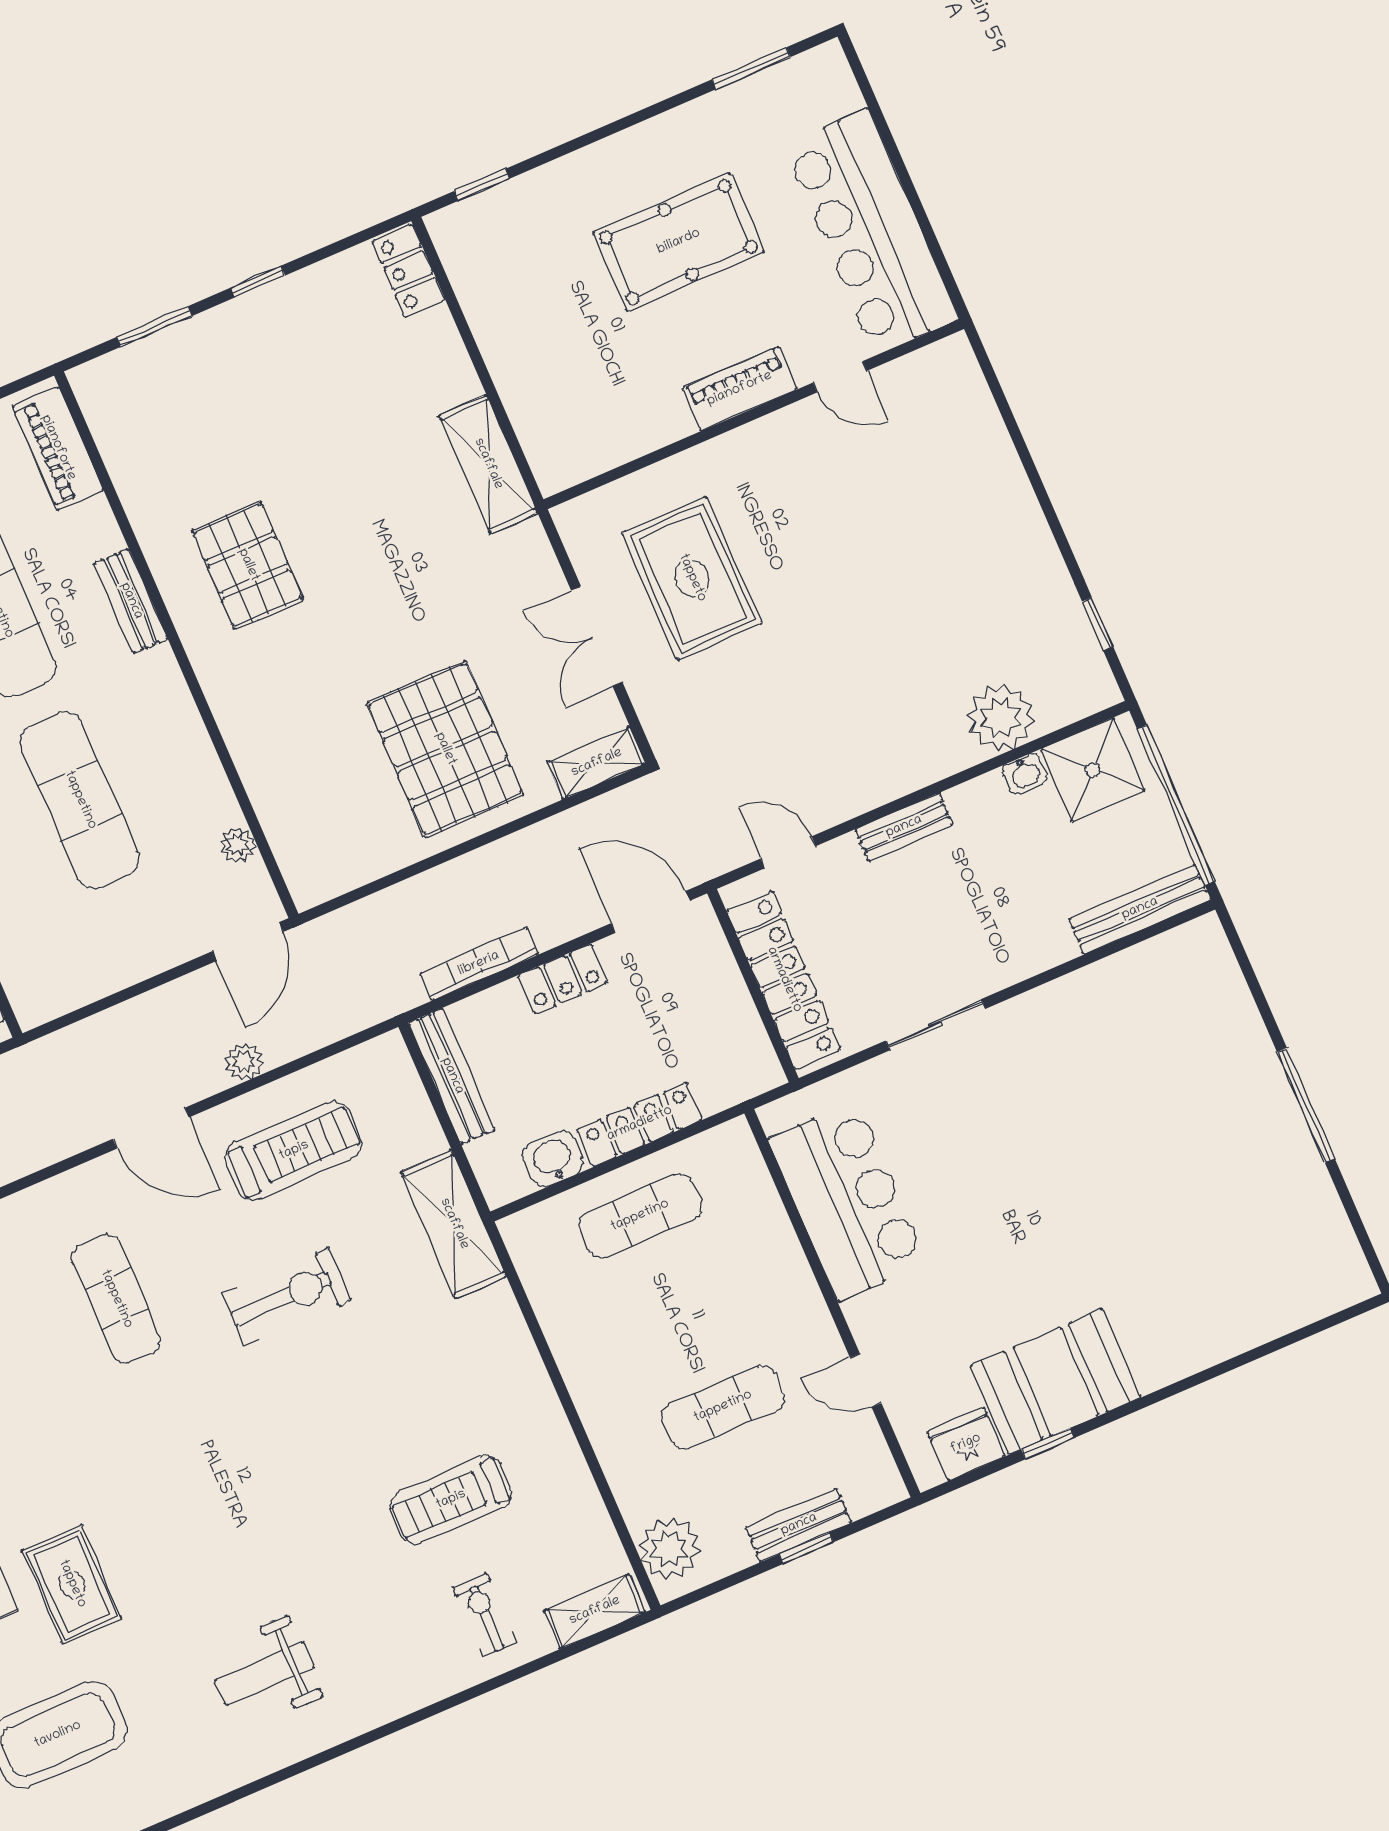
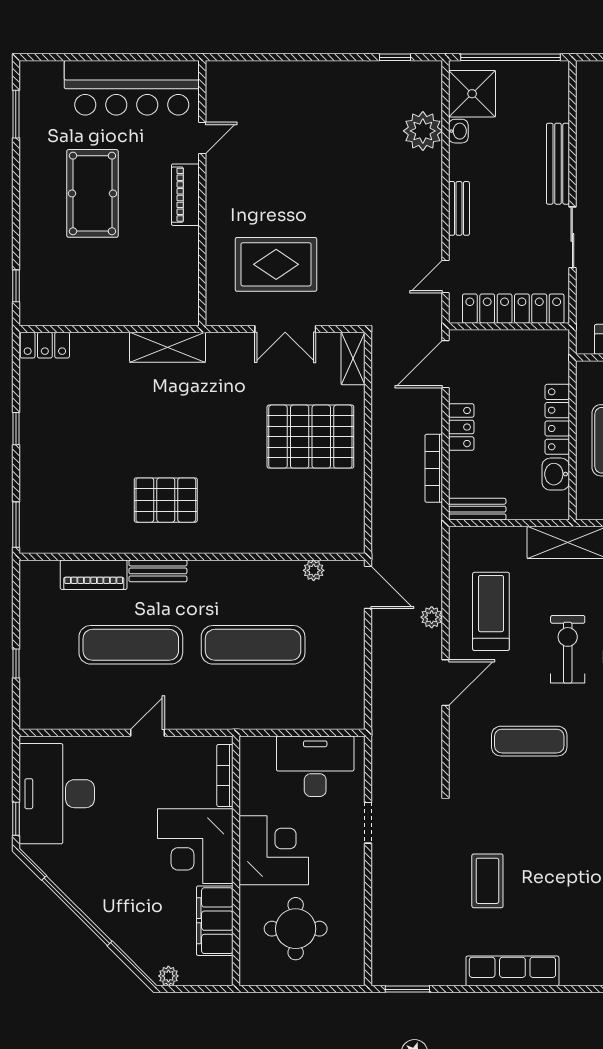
window: (155, 326) -> (16, 525), moved
piano: (58, 448) -> (94, 575), moved
bench: (1140, 909) -> (558, 164), moved
bench: (452, 1076) -> (477, 509), width x0.73

